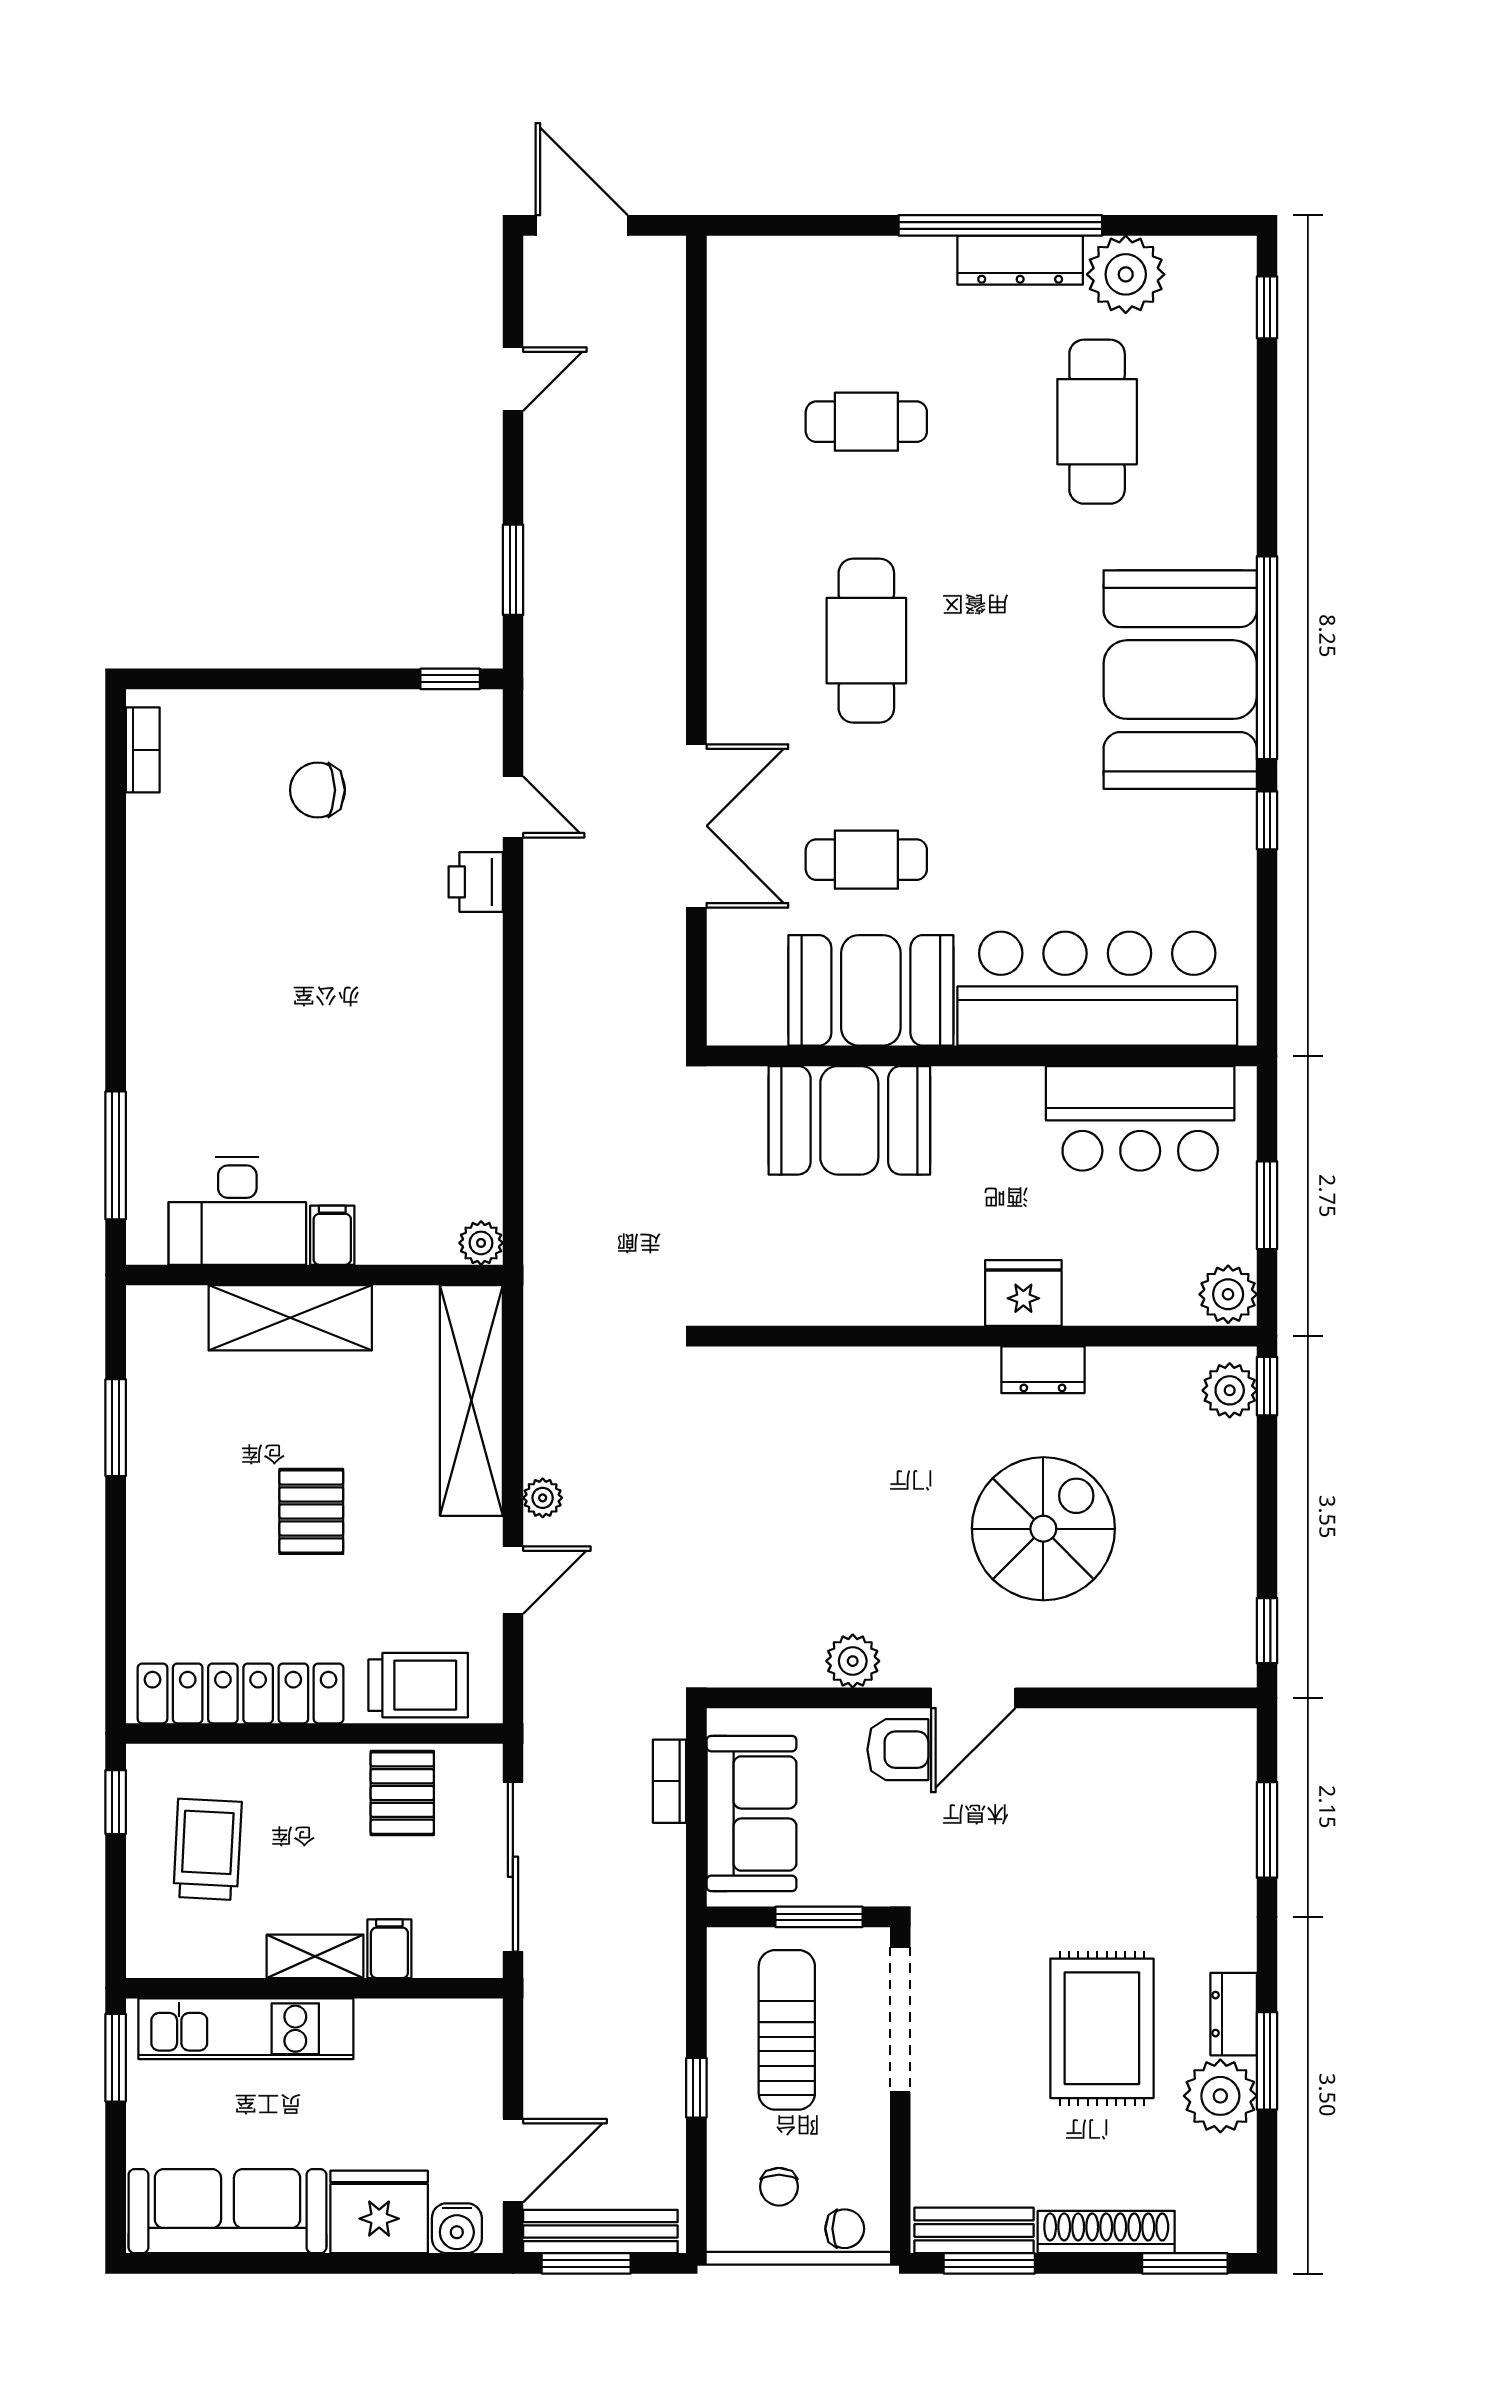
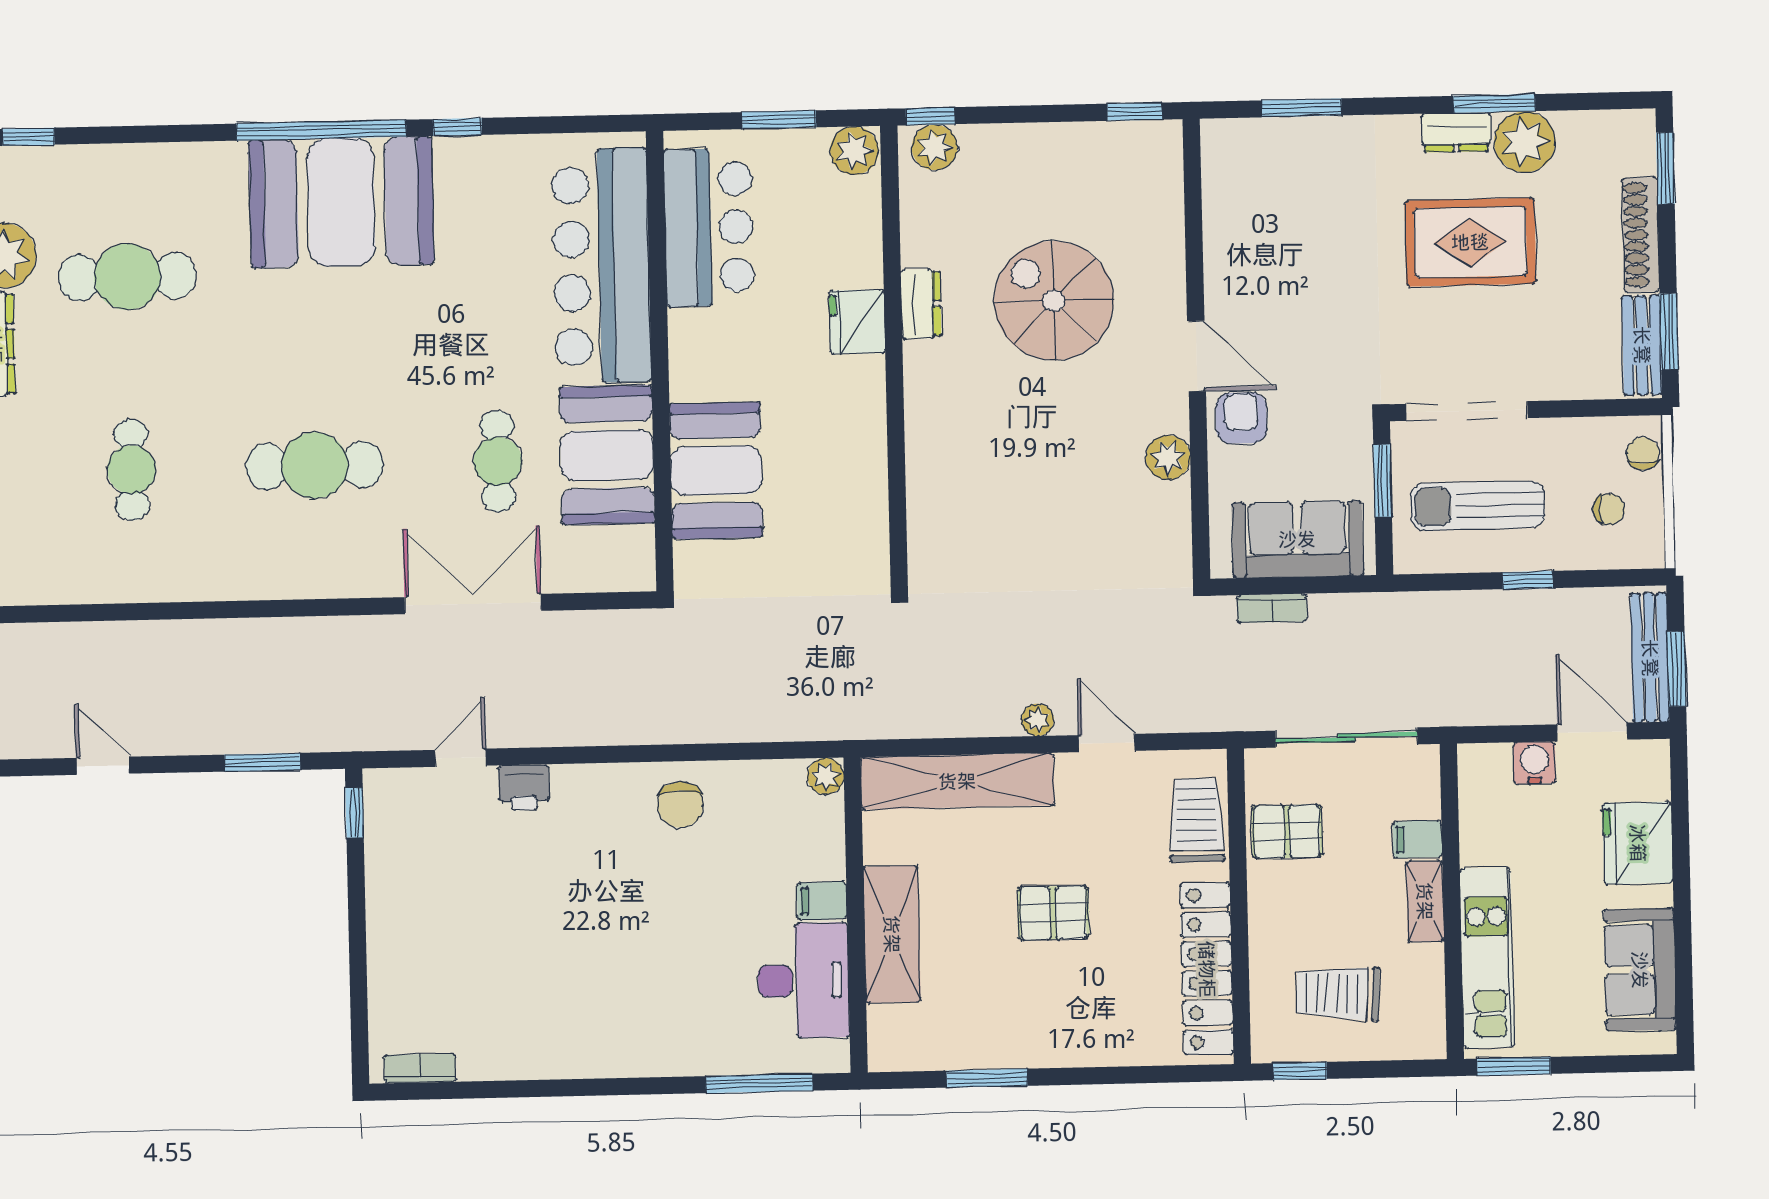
chair: (318, 790) -> (680, 805), moved
sofa: (227, 2211) -> (1640, 970), width x0.73
water cooler: (457, 2228) -> (1534, 763), moved, turned -90

